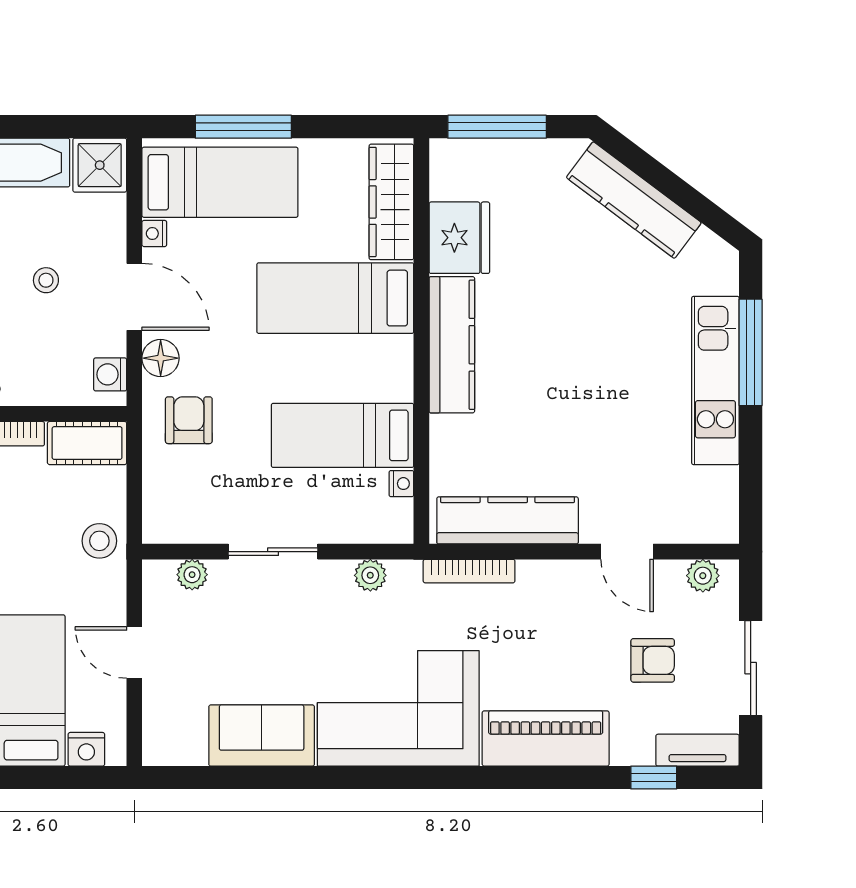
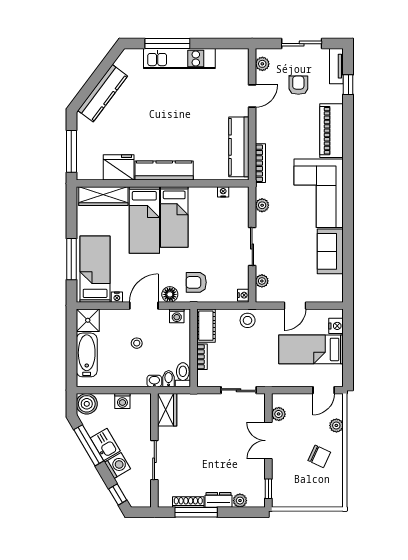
bed: (343, 435) -> (174, 217), moved
nightstand: (159, 531) -> (243, 295), added

